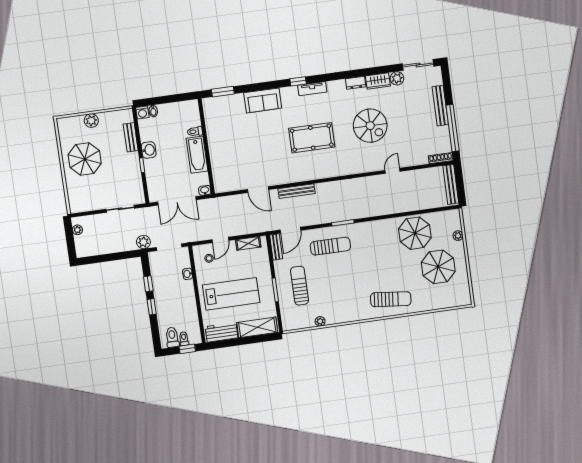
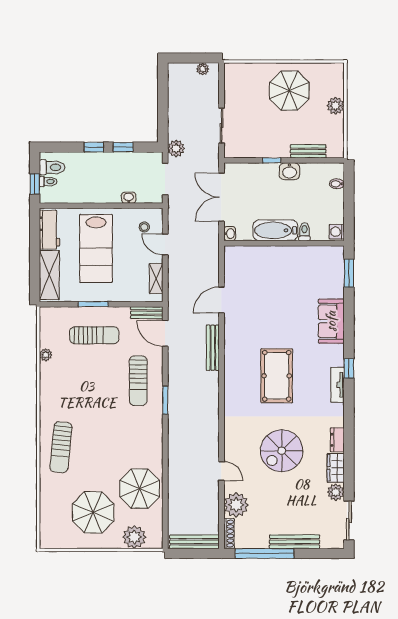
washing machine: (142, 113) -> (337, 232), moved
plant: (417, 156) -> (236, 505), added
plant: (458, 236) -> (134, 537), width x1.88, depth x1.88

